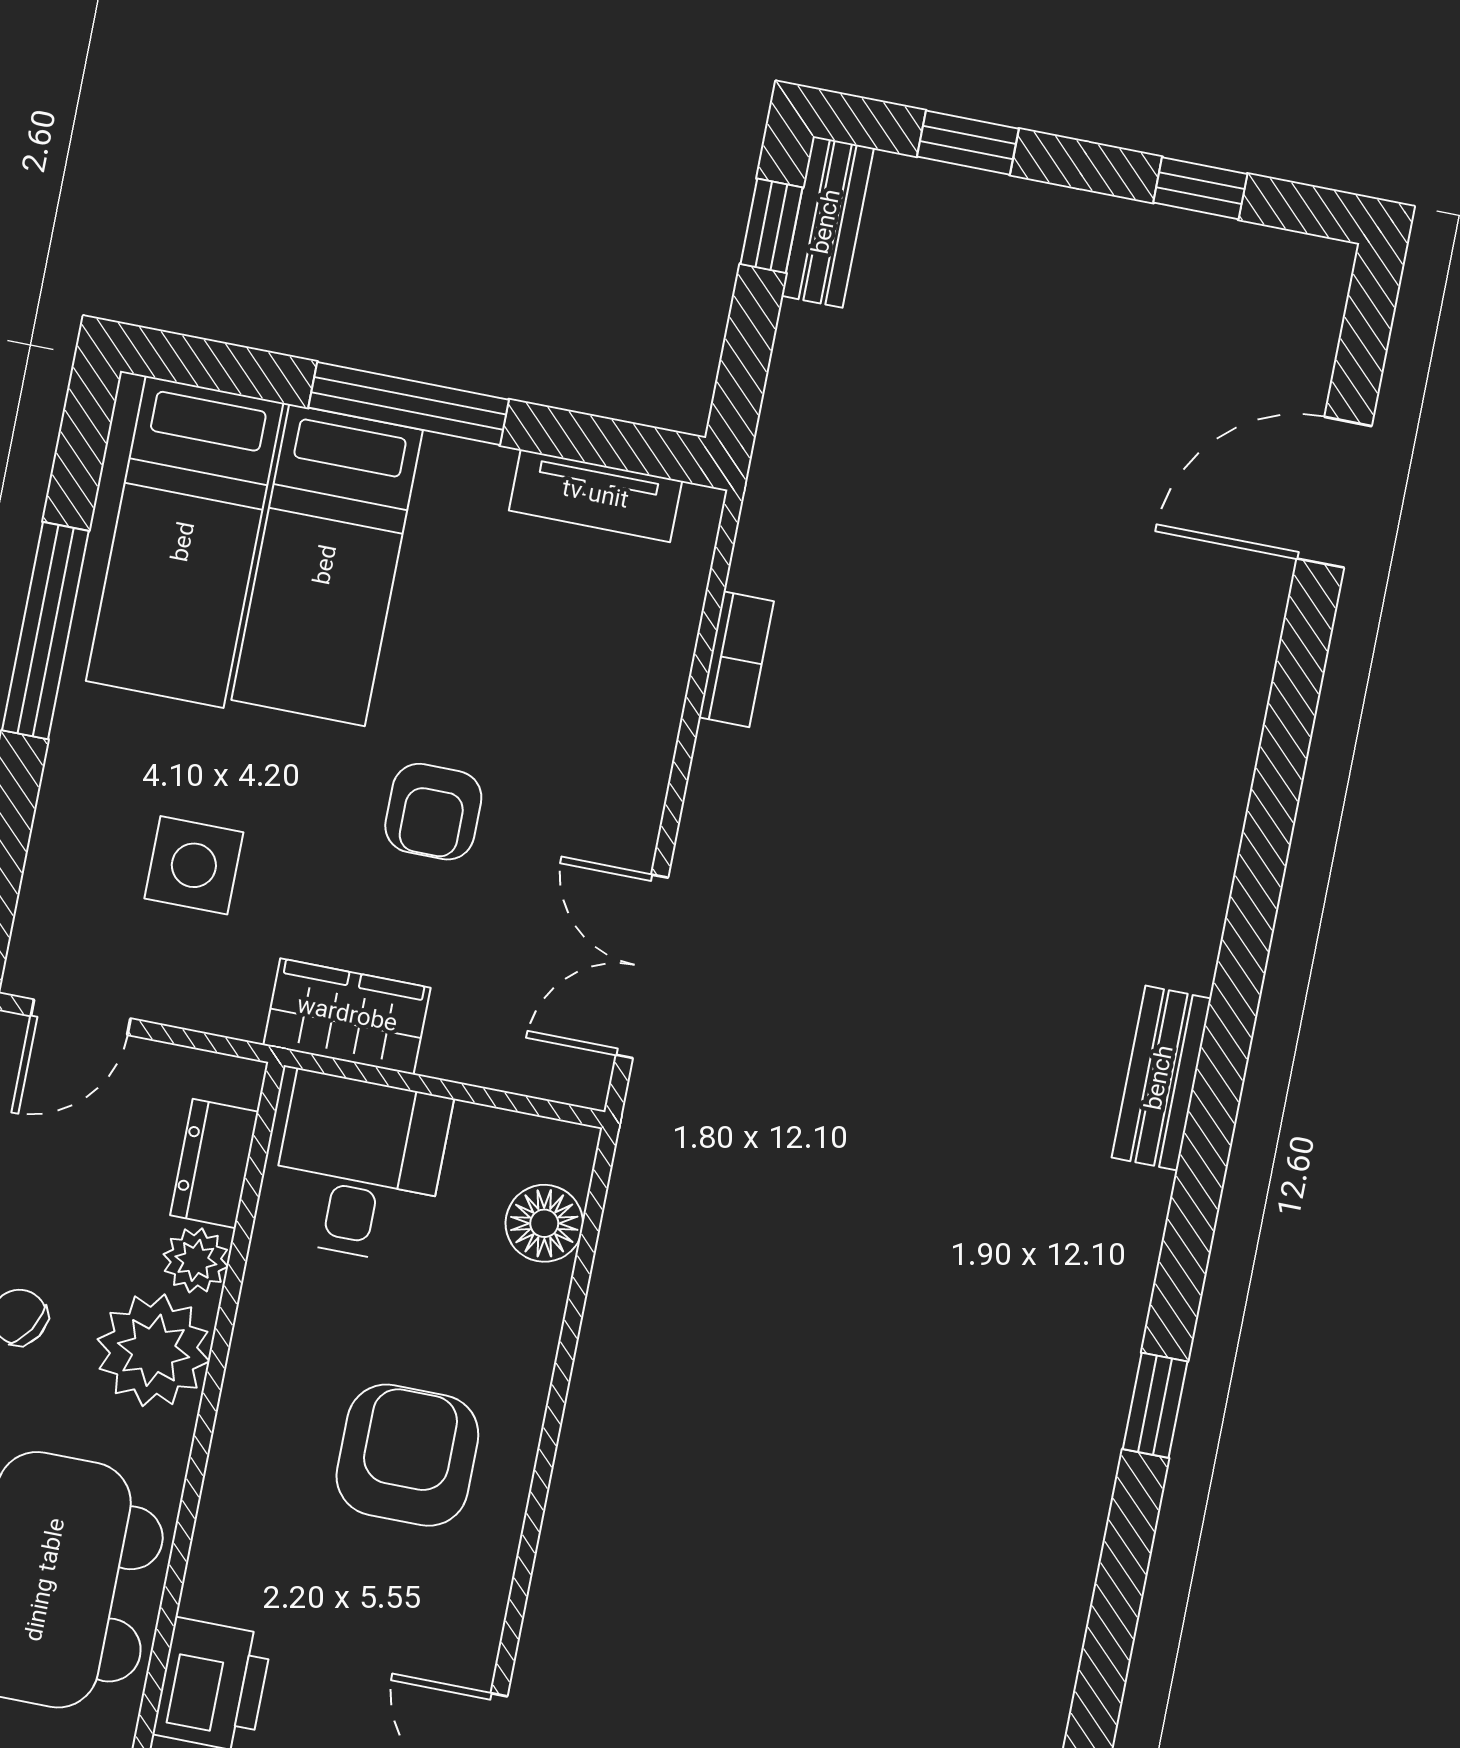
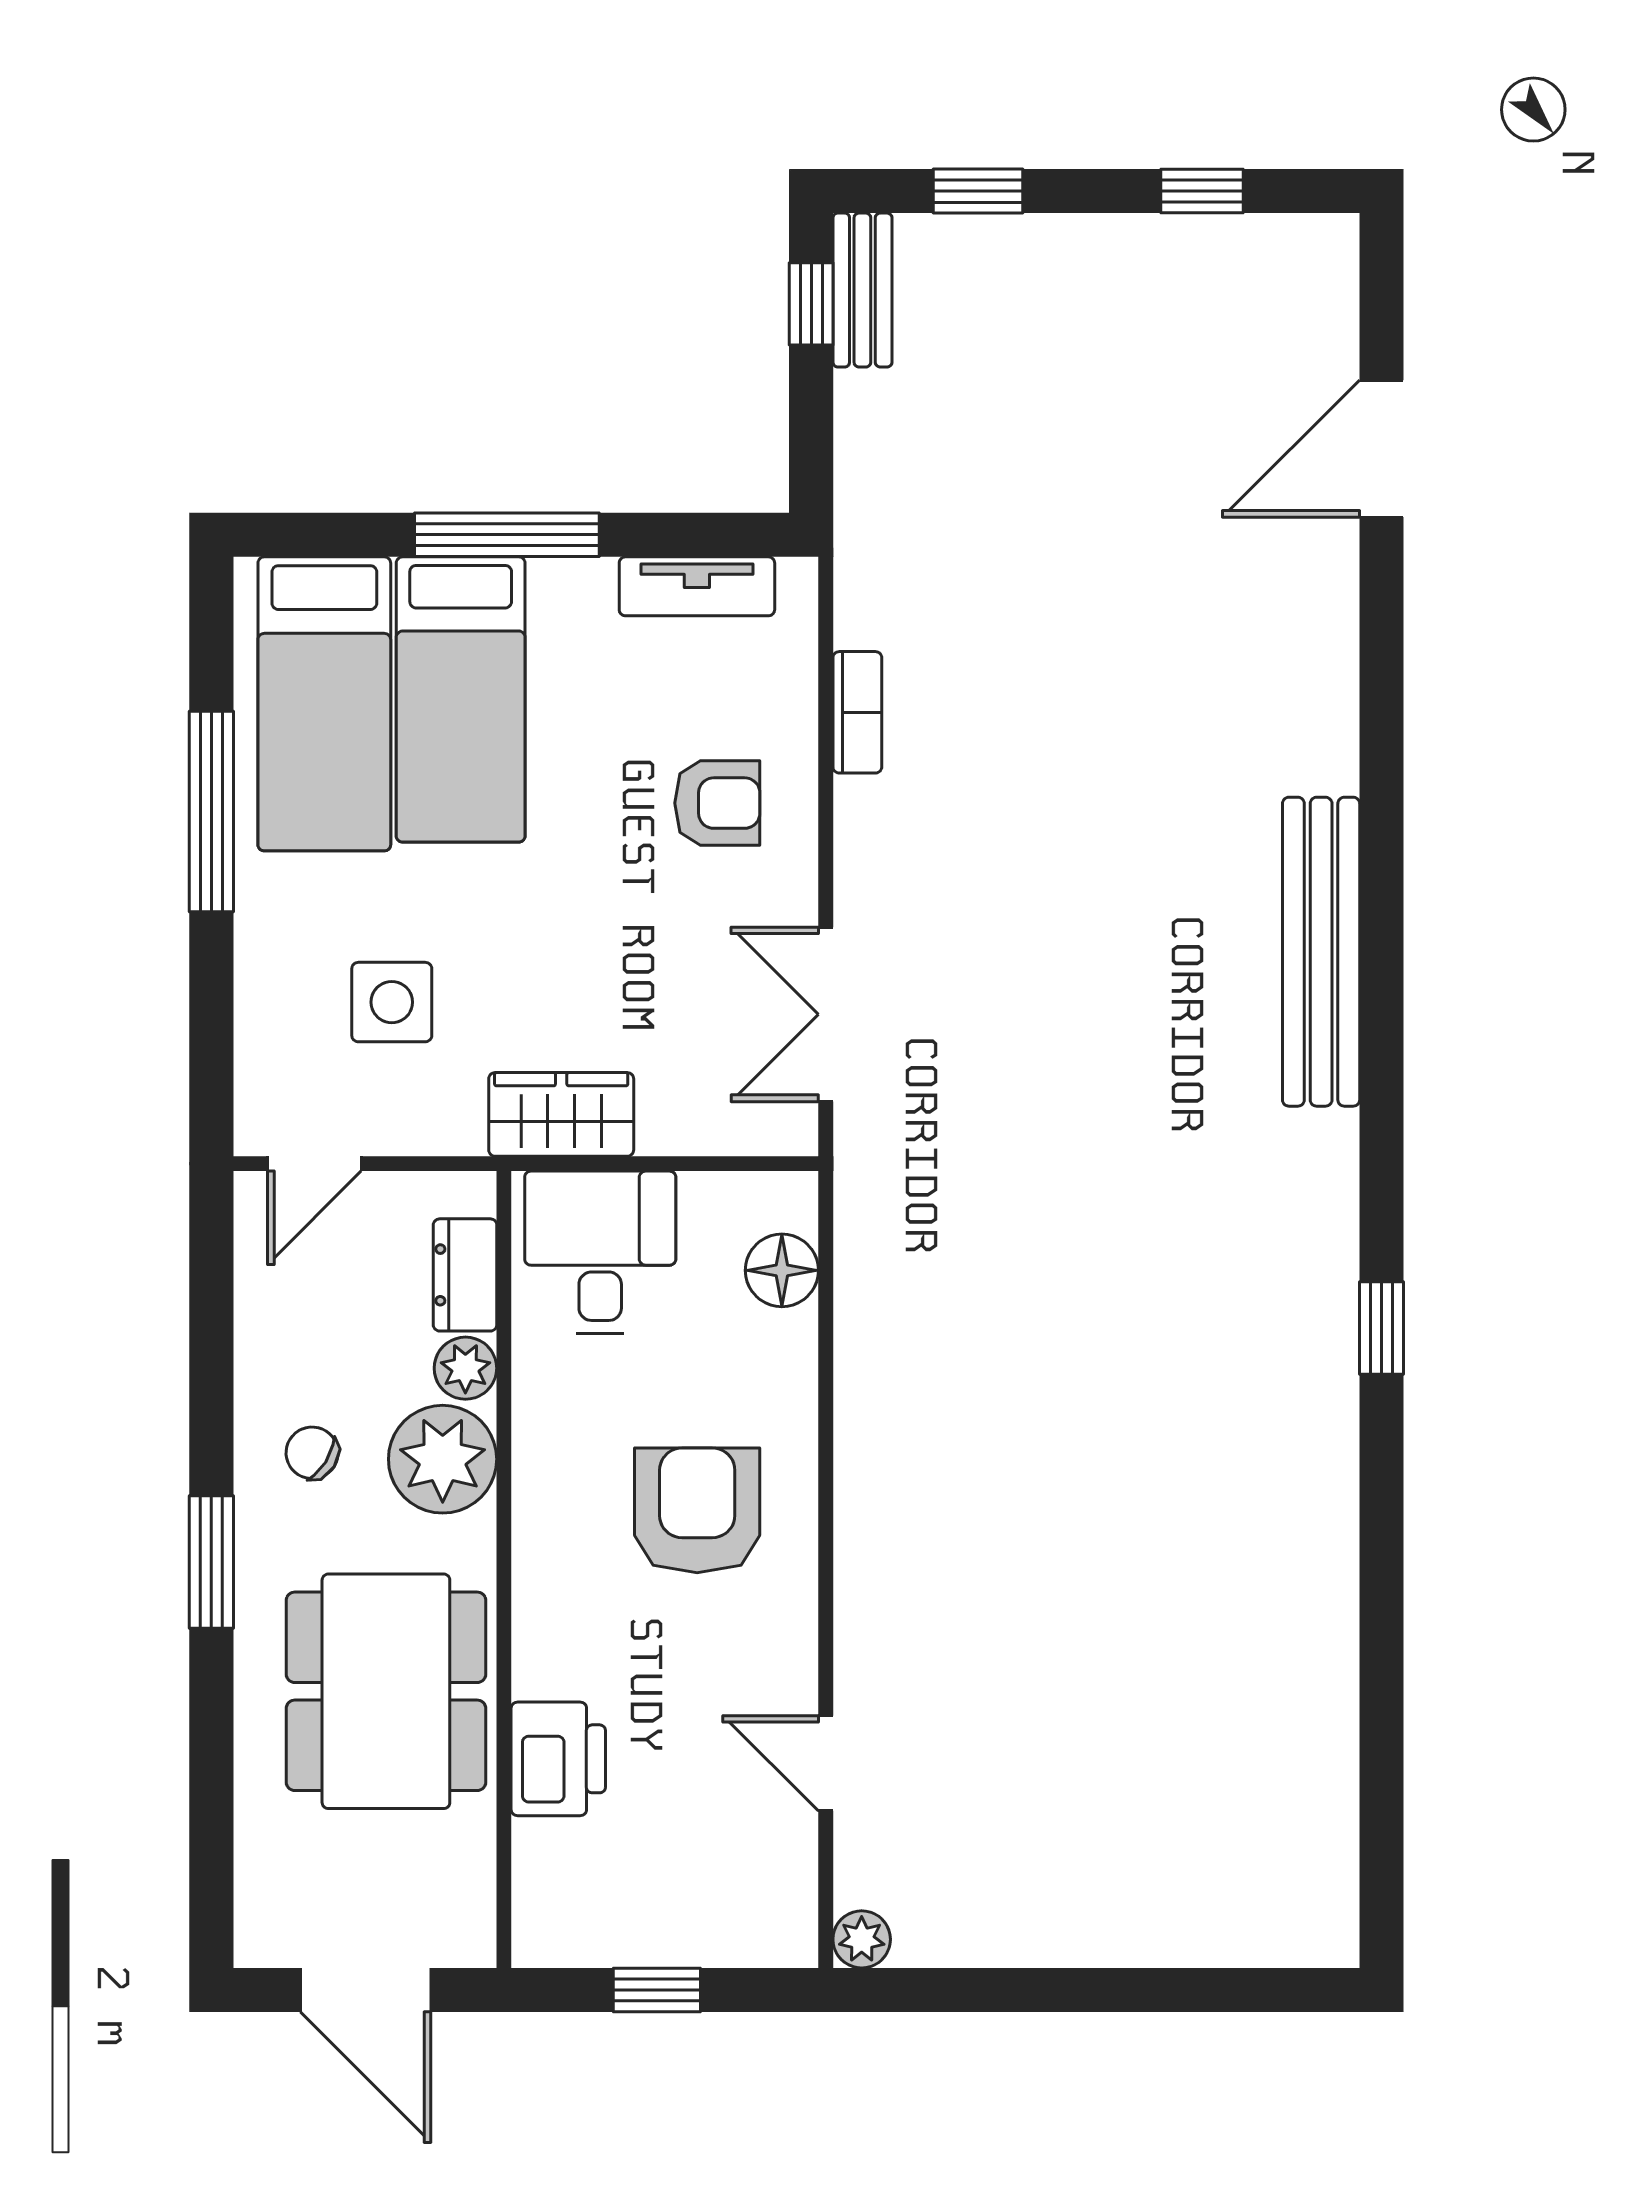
armchair: (433, 812) -> (717, 803), moved, turned -90
bench: (1161, 1078) -> (1321, 952), width x1.86, depth x1.21

